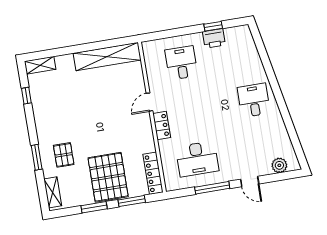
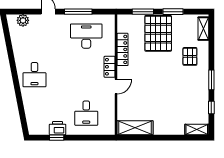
shelving: (107, 57) -> (135, 128), width x0.68
window: (37, 157) -> (211, 80), moved
locker: (153, 173) -> (123, 49), moved

